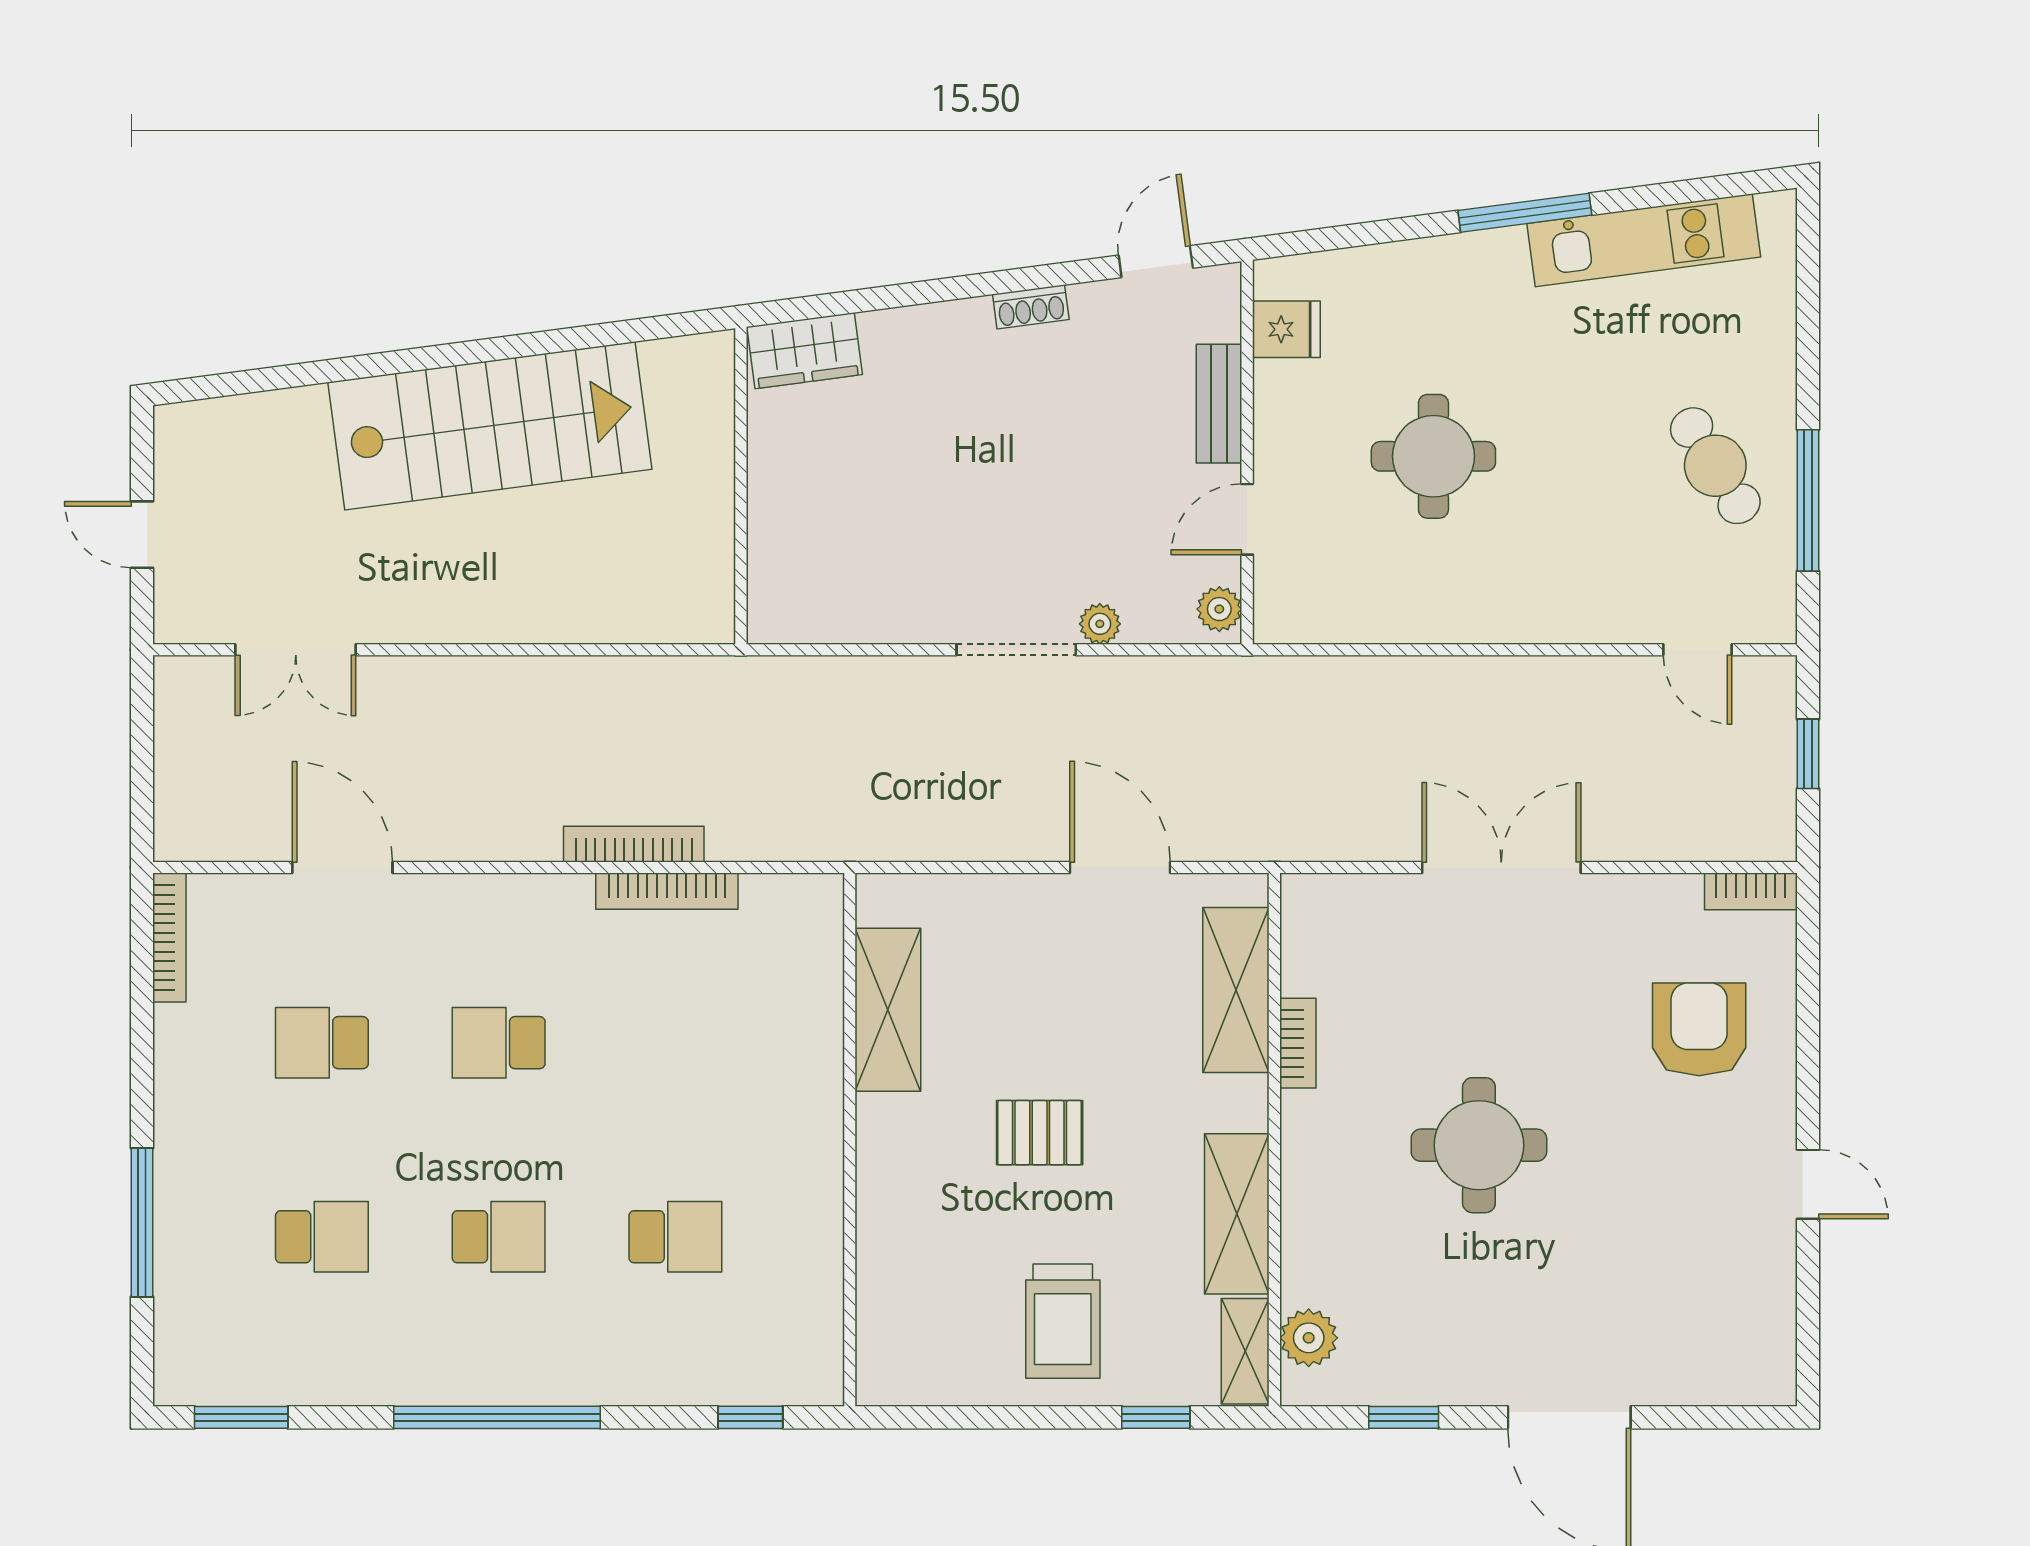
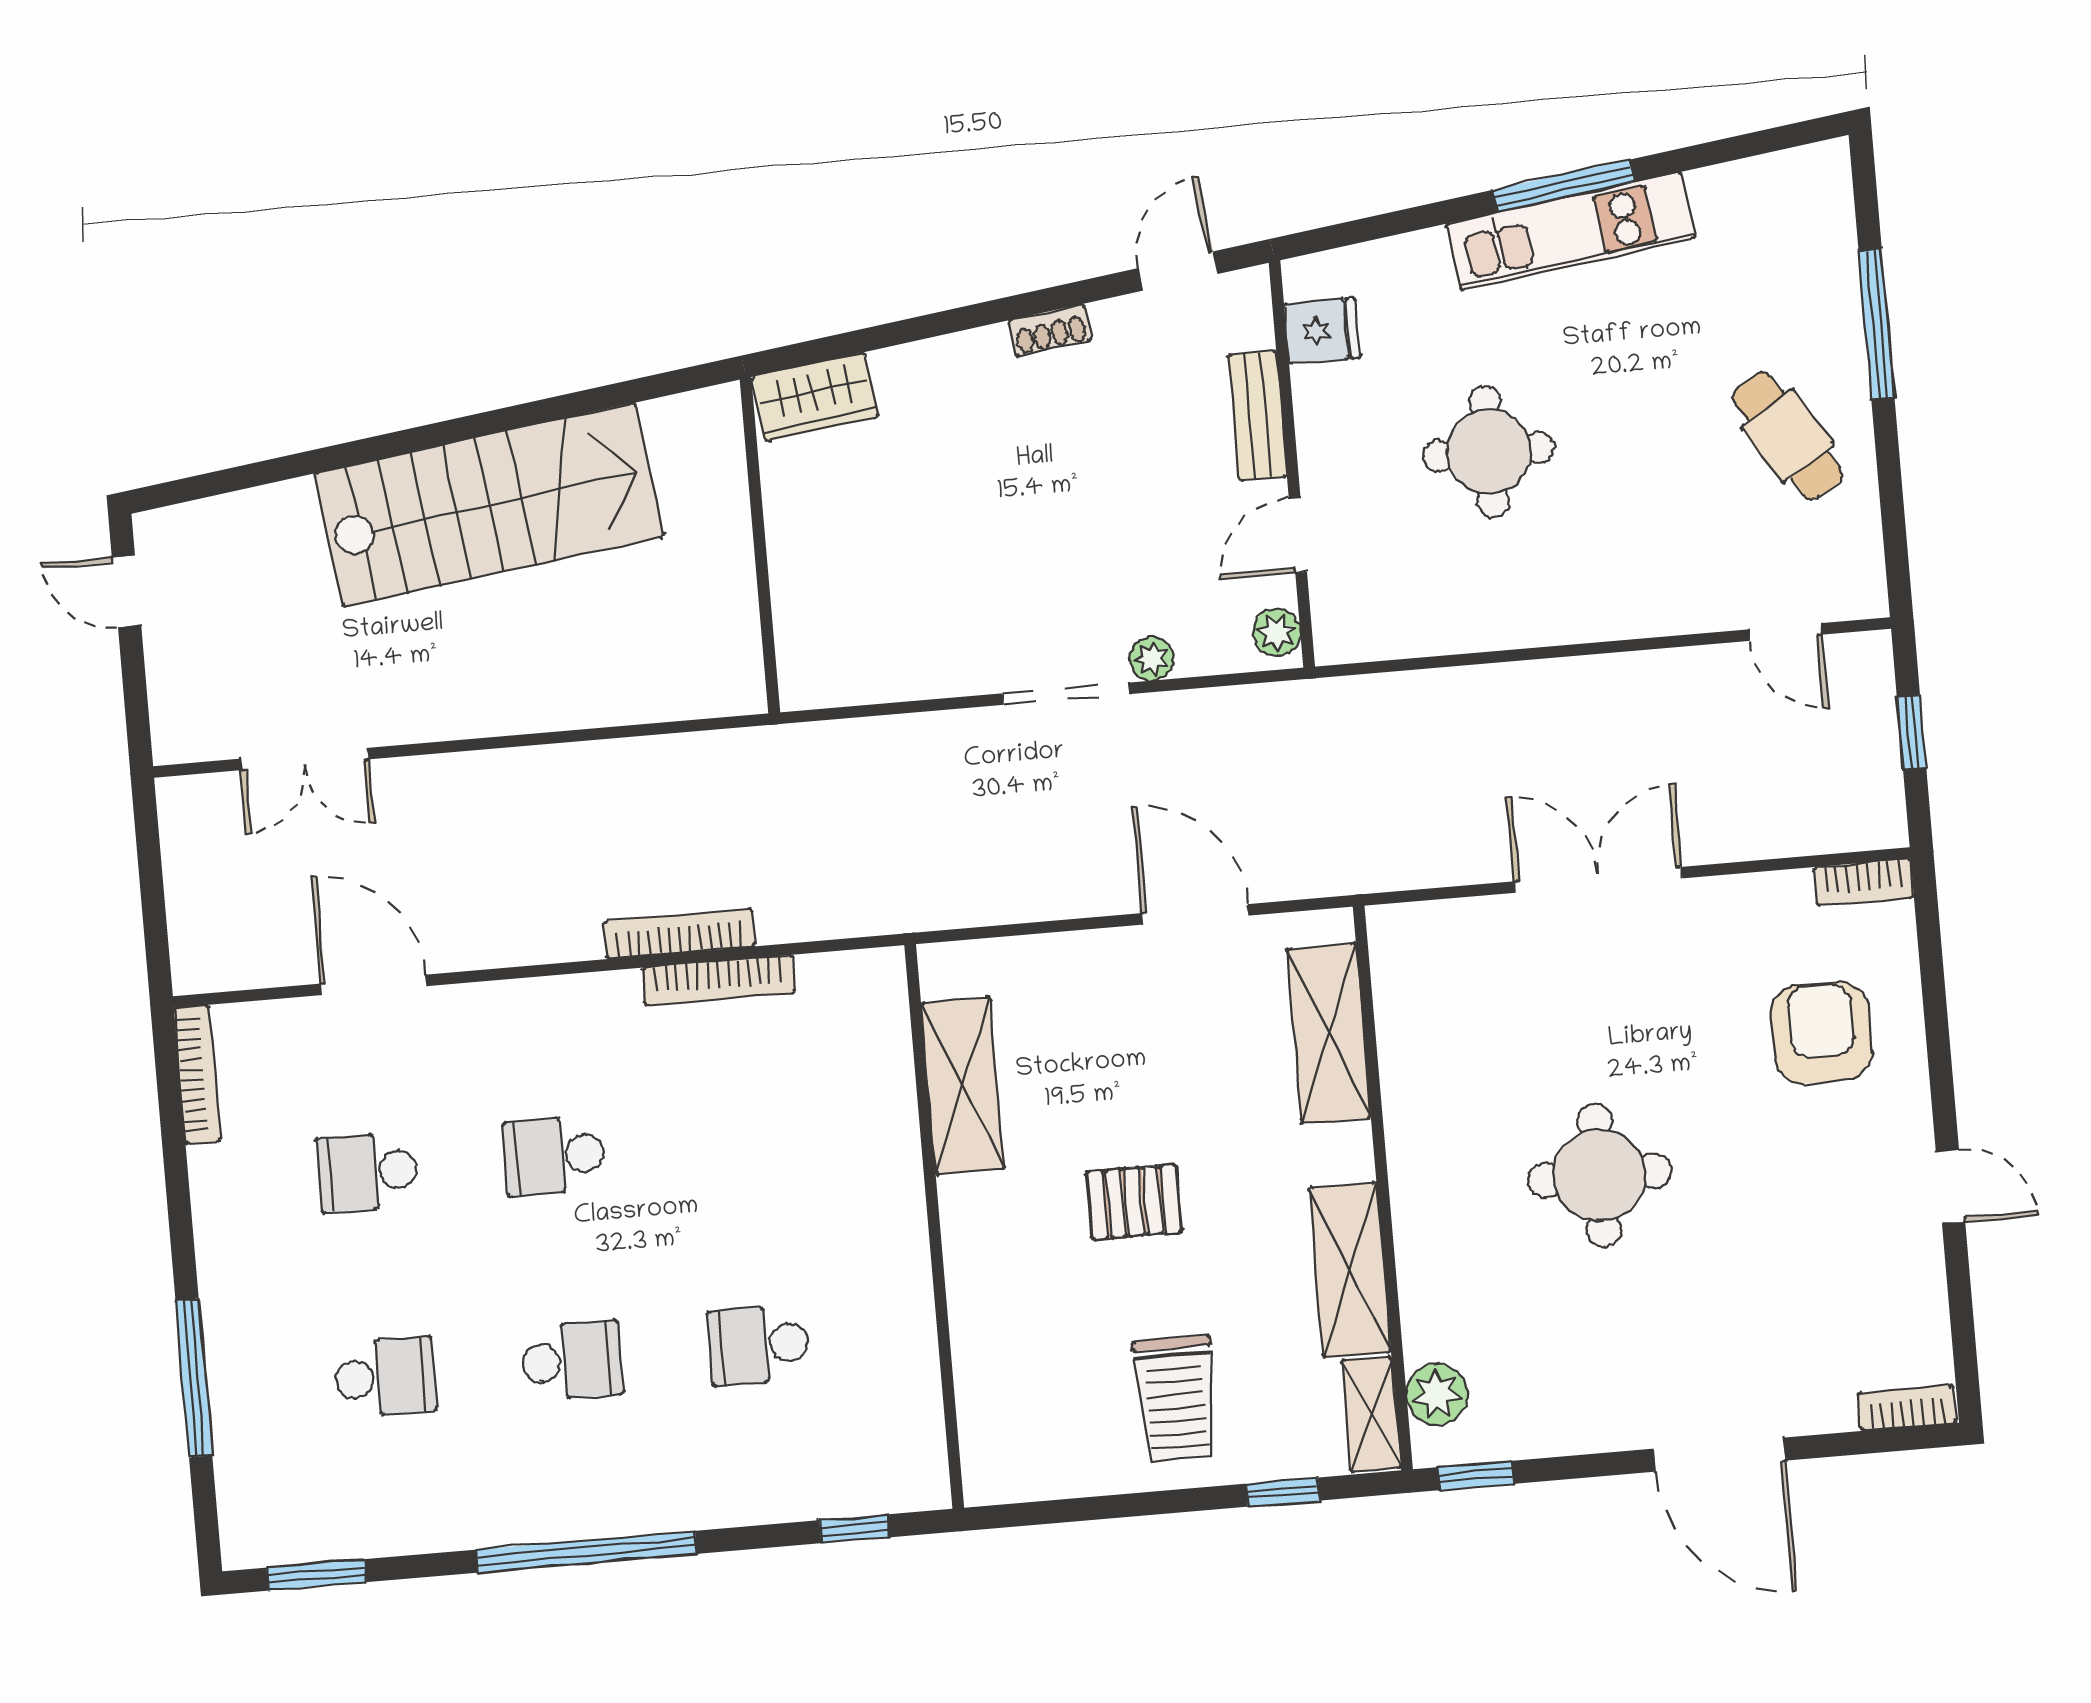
kitchen unit: (1644, 240) -> (1571, 231), moved
window: (1808, 500) -> (1877, 324), moved
door: (142, 535) -> (126, 591), moved
bookcase: (1298, 1043) -> (1907, 1408), moved, turned -90
school desk: (675, 1237) -> (759, 1345), turned 180
window: (1404, 1417) -> (1476, 1476), moved

